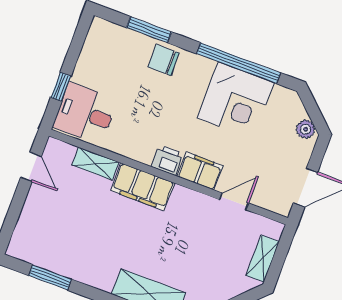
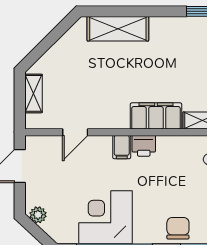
chair: (164, 60) -> (178, 228), turned -90
filing cabinet: (200, 171) -> (122, 147), width x0.50

